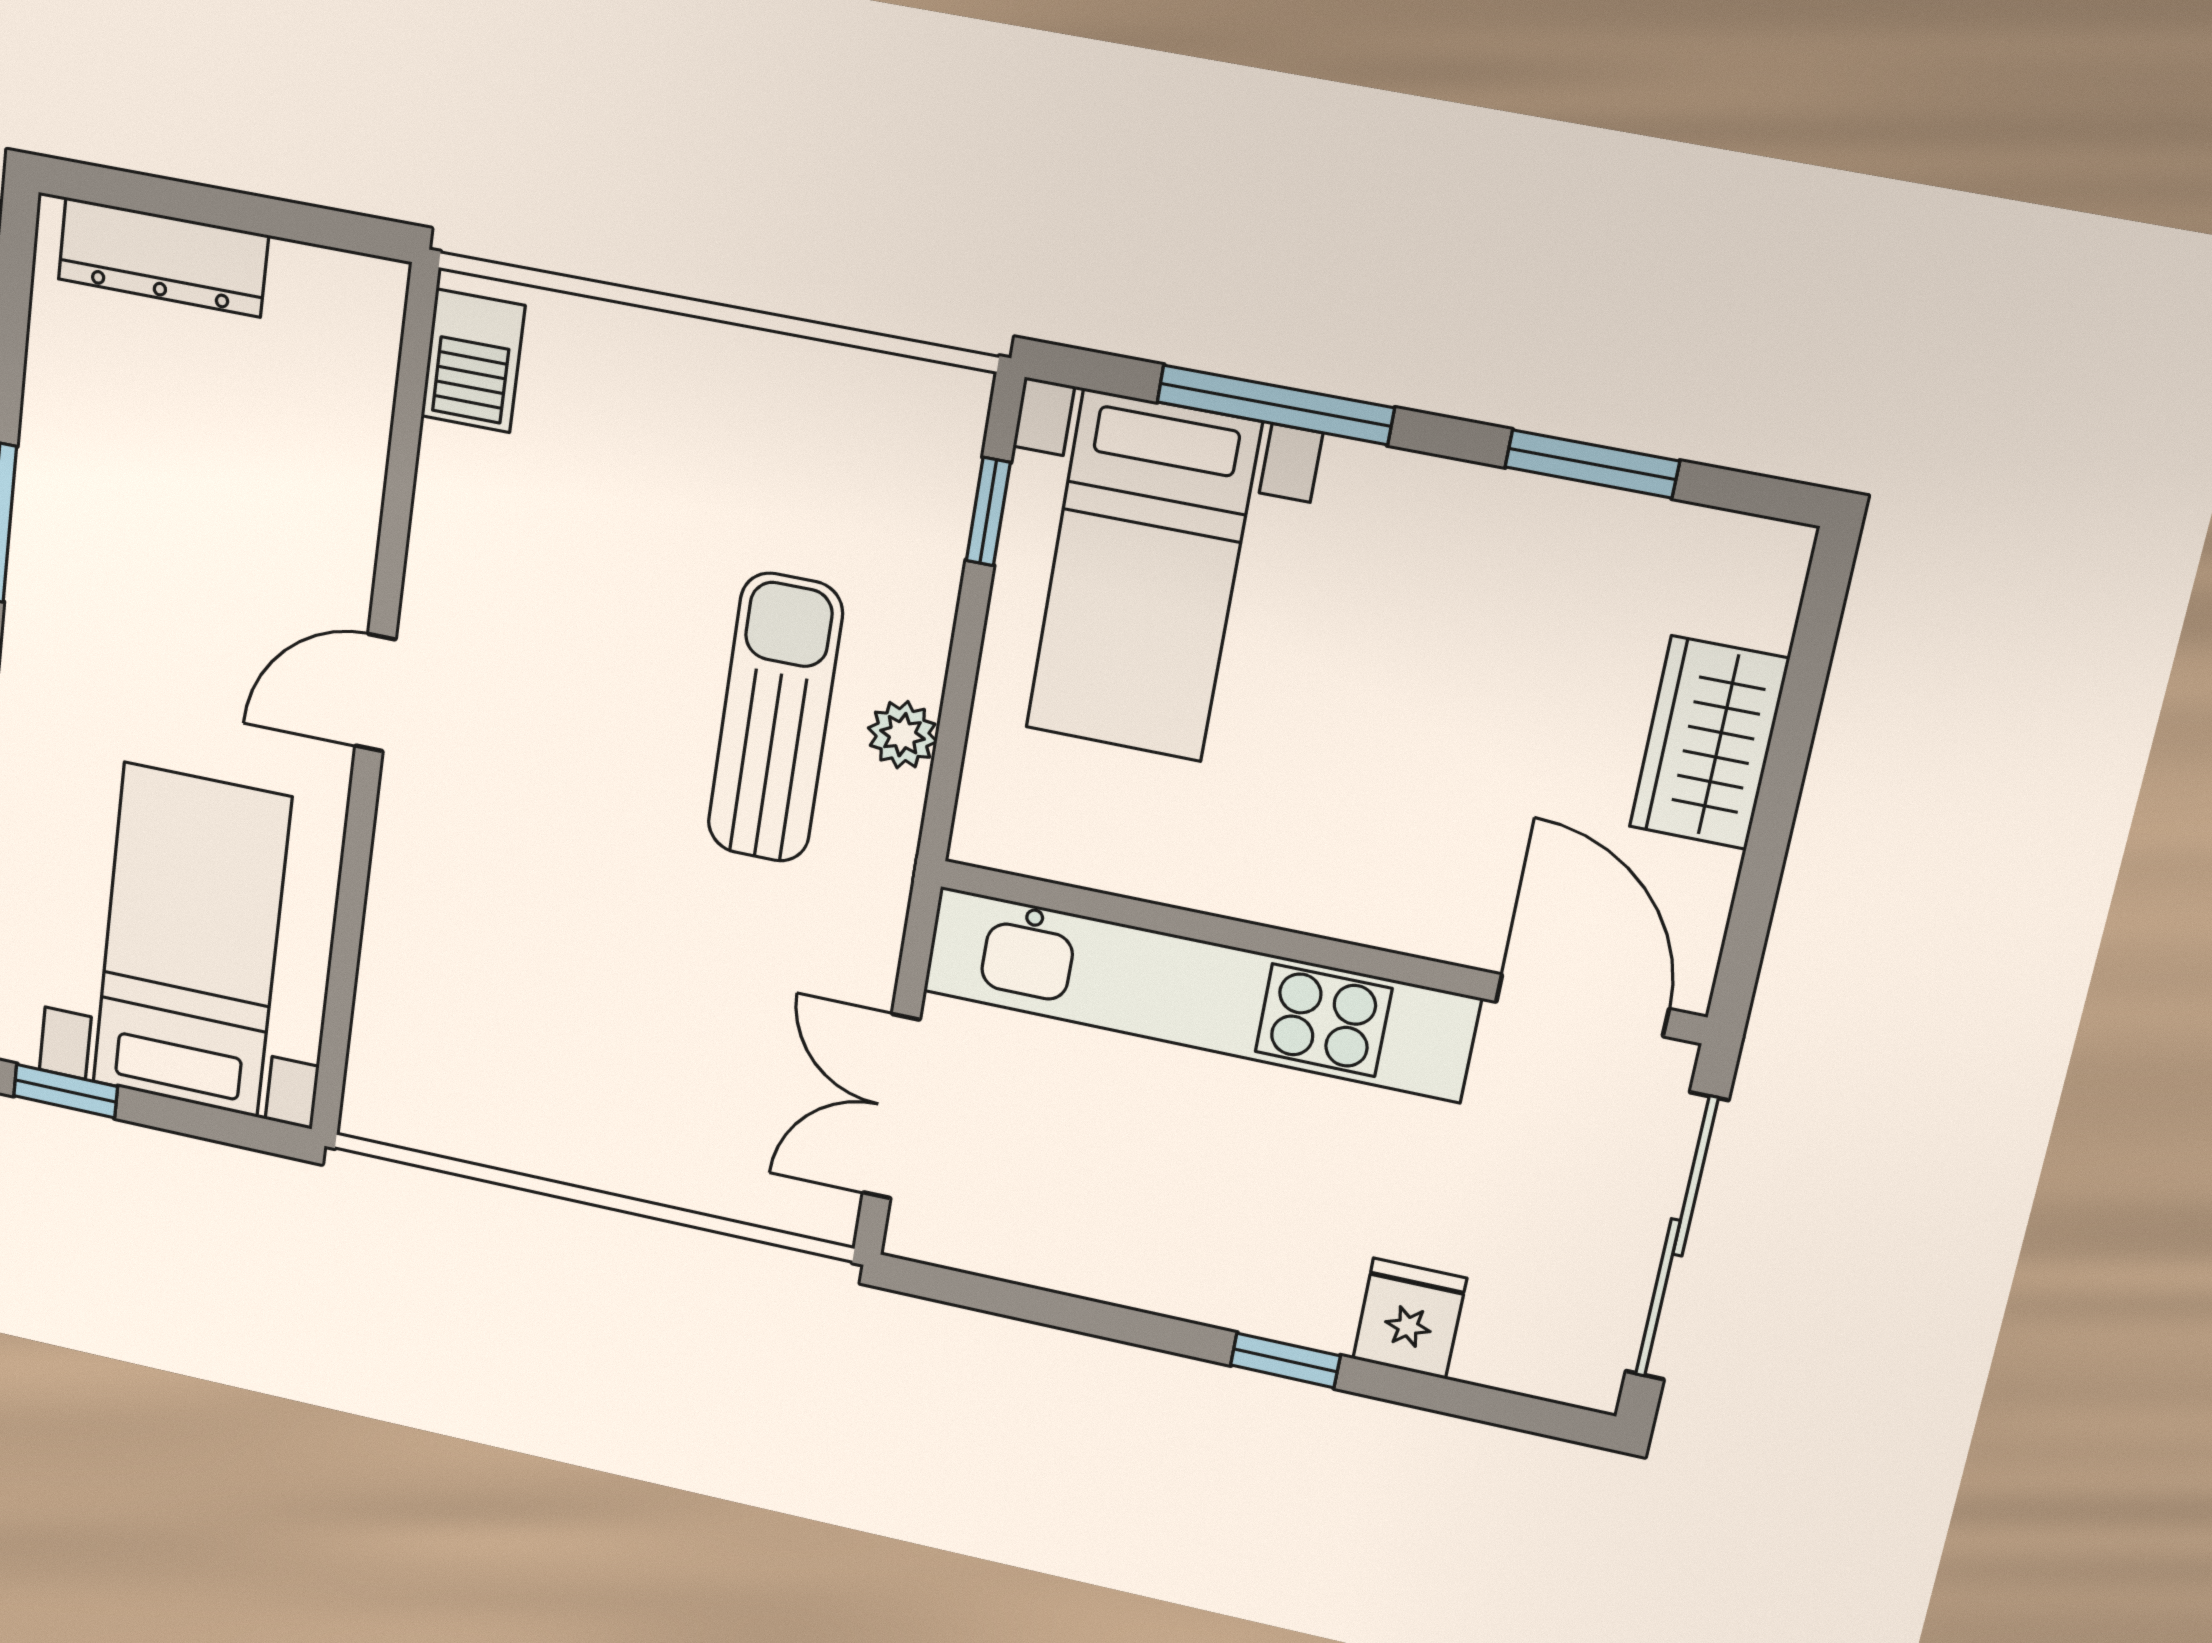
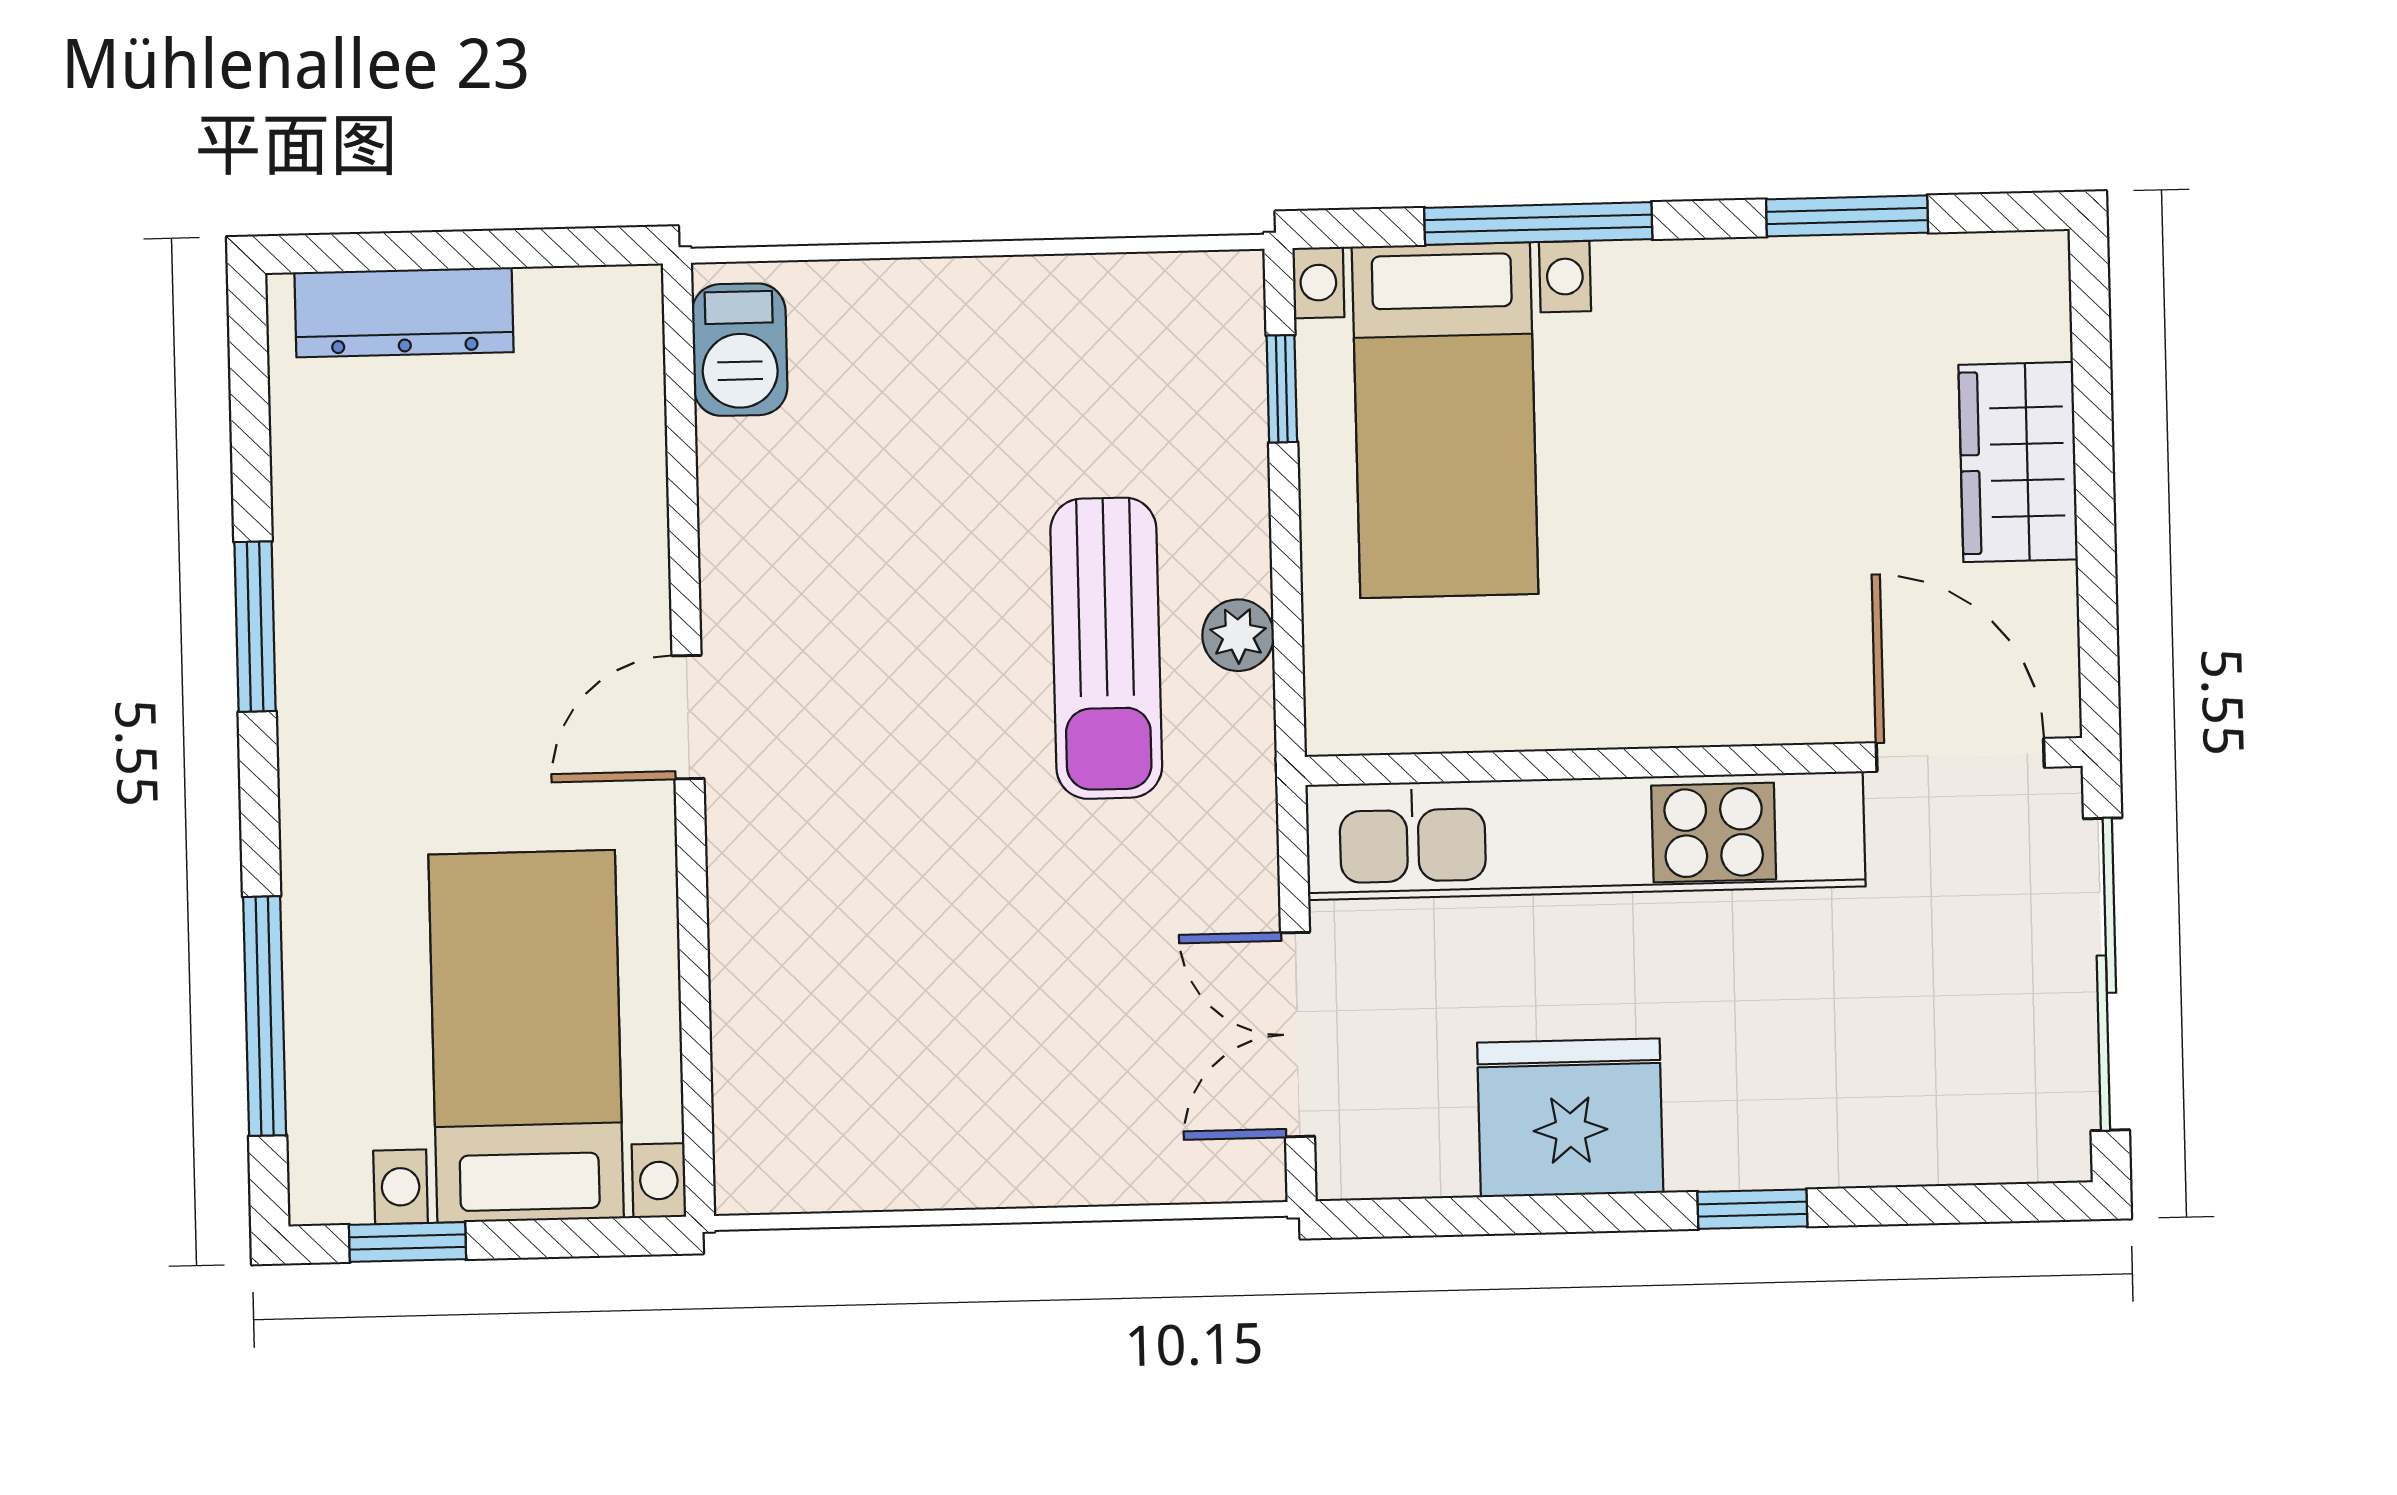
sun lounger: (775, 718) -> (1106, 648), turned 180
fridge: (1410, 1319) -> (1570, 1118), moved, width x1.88, depth x1.34

